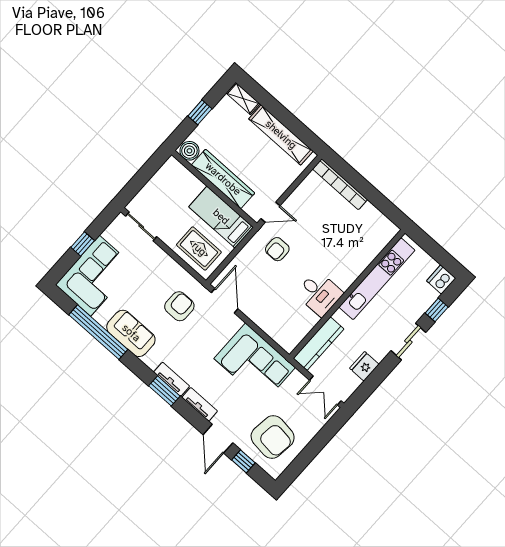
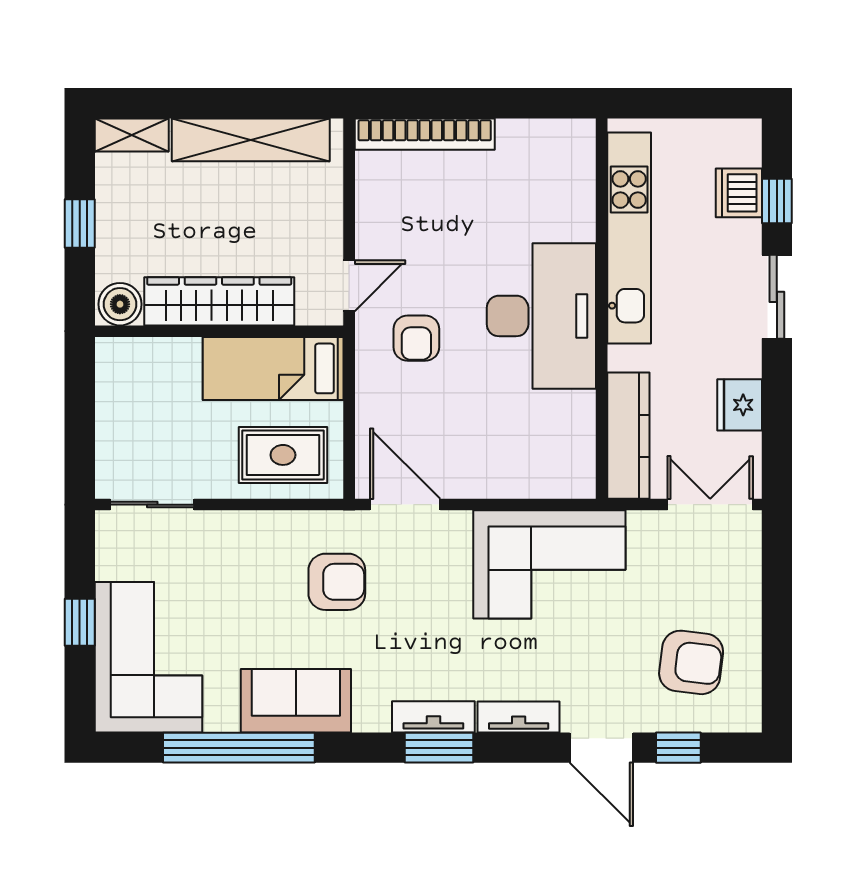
dishwasher: (441, 280) -> (739, 193), moved
desk: (319, 294) -> (541, 316), width x1.87, depth x1.30
armchair: (179, 306) -> (337, 582), turned 90
double door: (325, 390) -> (710, 505), swing flipped
armchair: (273, 437) -> (691, 662), width x0.73, depth x0.73

